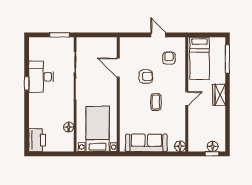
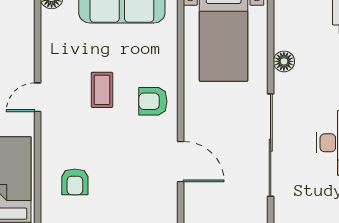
armchair: (146, 76) -> (153, 101), moved
floor lamp: (69, 127) -> (284, 61), moved

